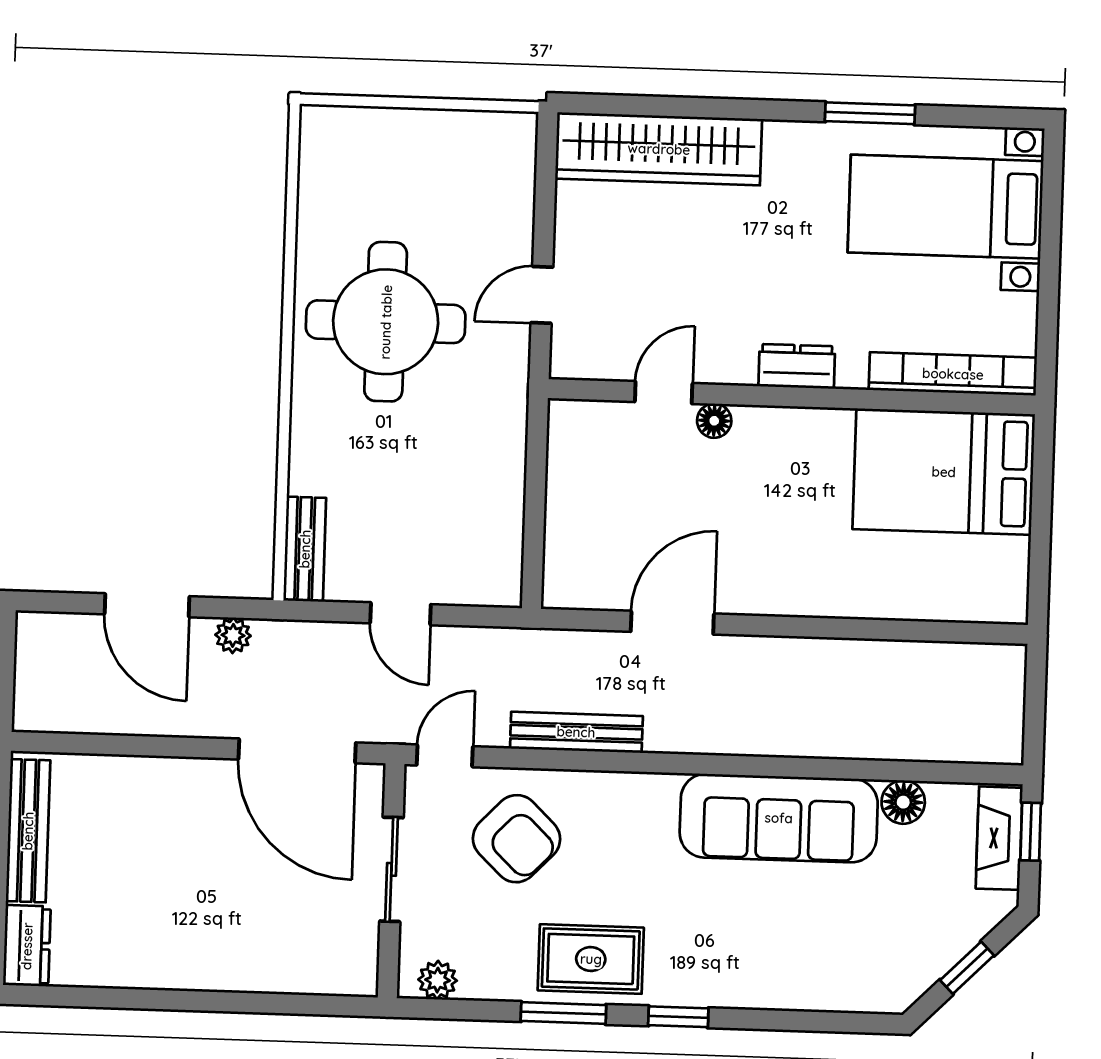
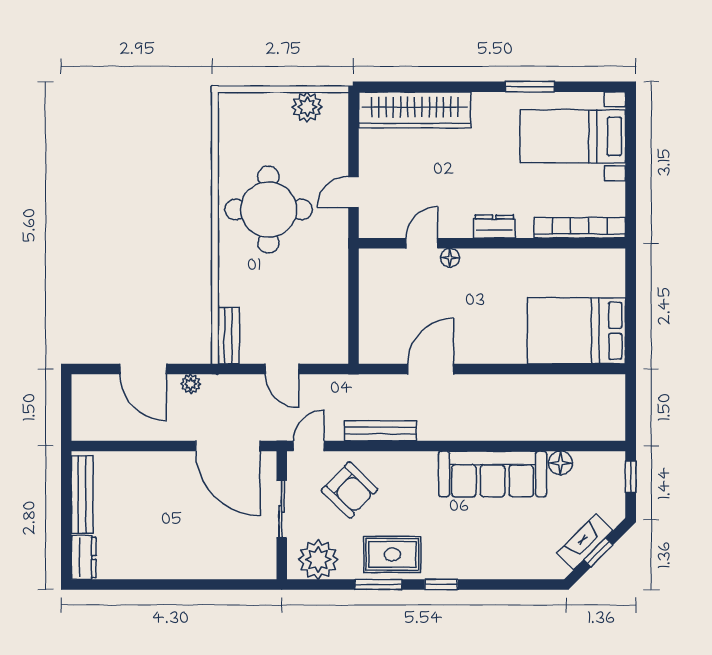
plant: (463, 137) -> (307, 107), added
bed: (944, 472) -> (577, 331), moved
fireplace: (999, 838) -> (585, 542), moved, turned 45
plant: (438, 980) -> (318, 559), width x1.87, depth x1.87

